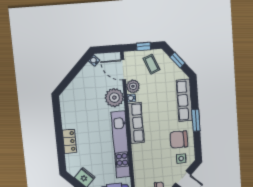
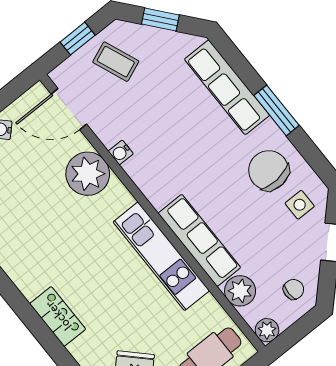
plant: (133, 86) -> (240, 291), moved
row of seats: (136, 123) -> (199, 240), moved
chair: (179, 139) -> (269, 170), turned 85
kitchen unit: (121, 144) -> (161, 256), width x0.73

